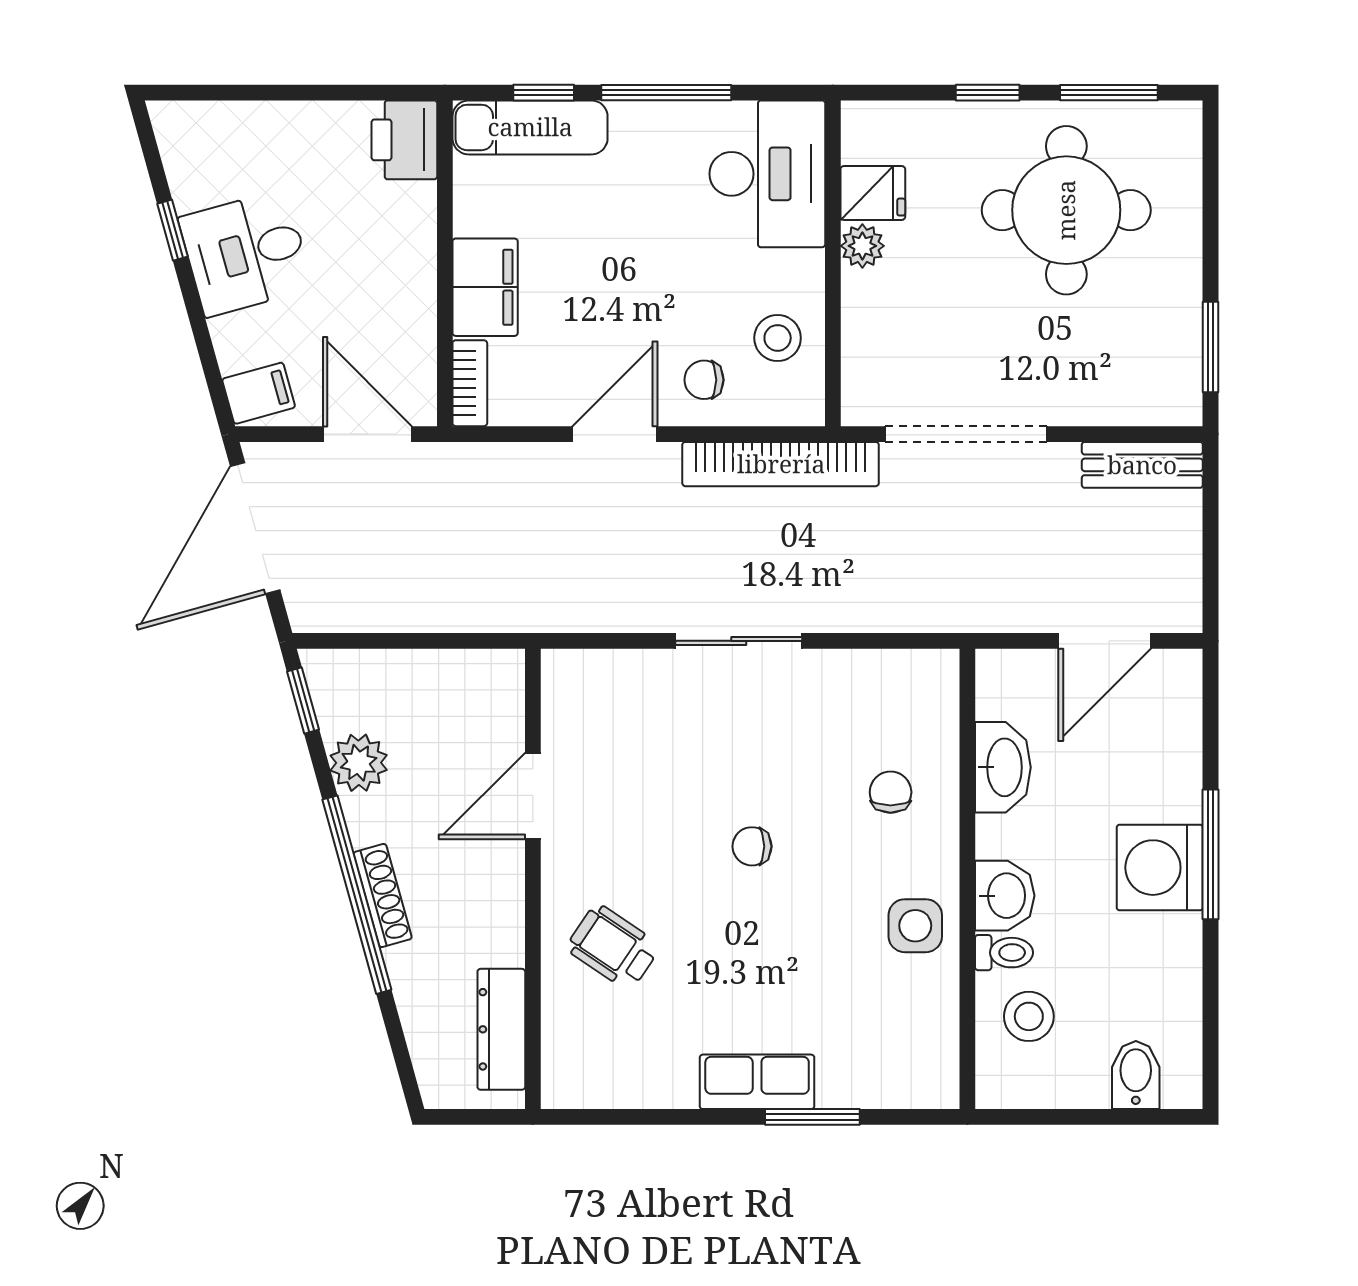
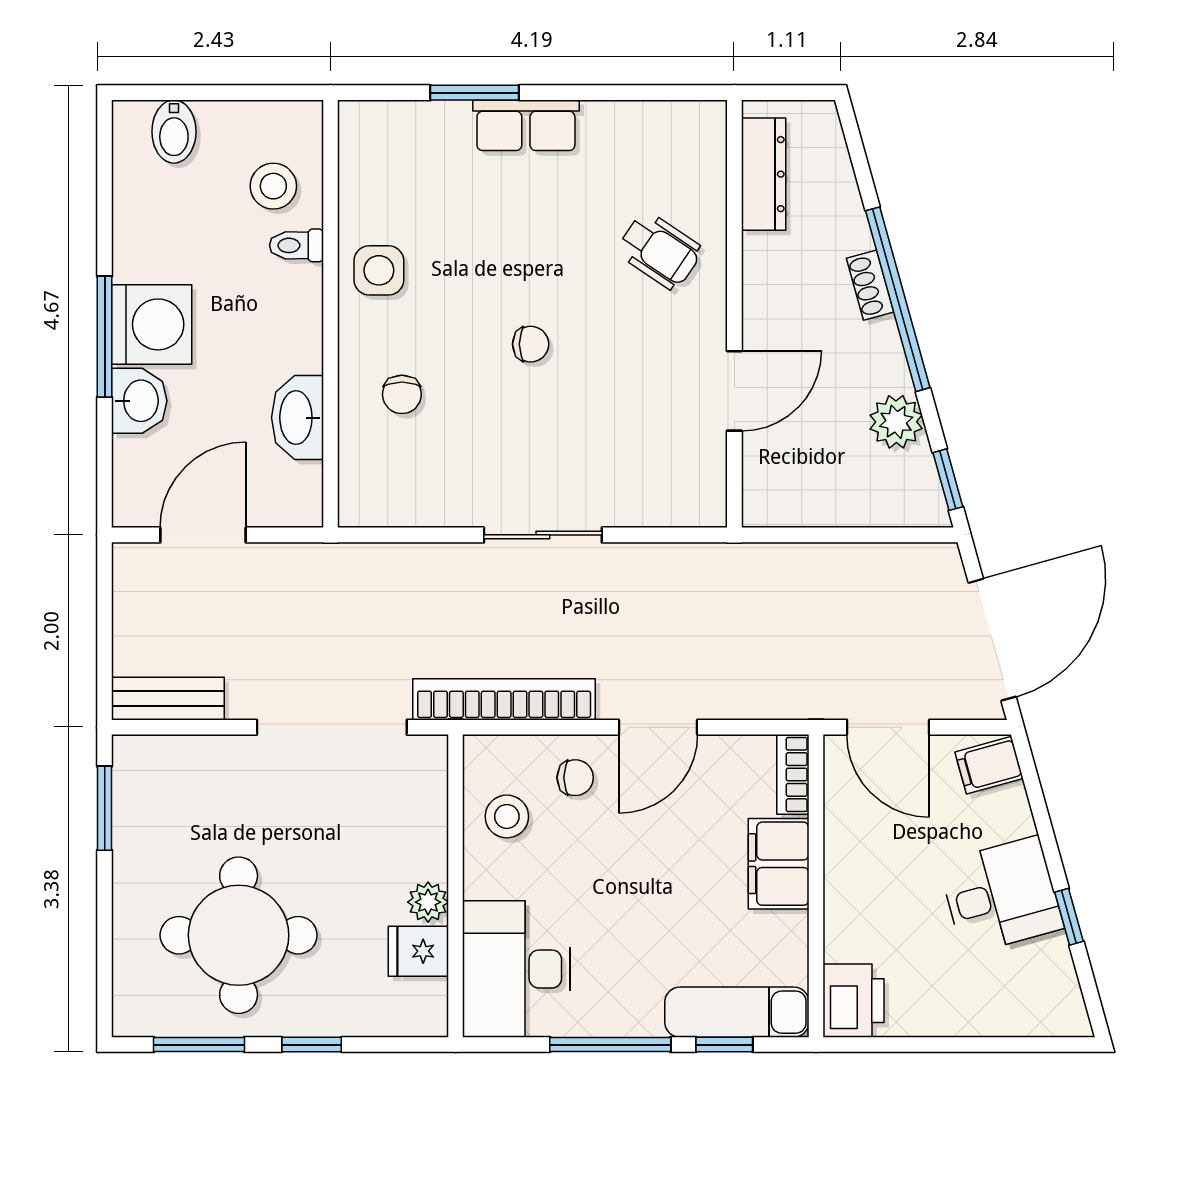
shoe rack: (383, 896) -> (870, 285), width x0.70
washbasin: (1005, 896) -> (139, 401), moved, turned 180

